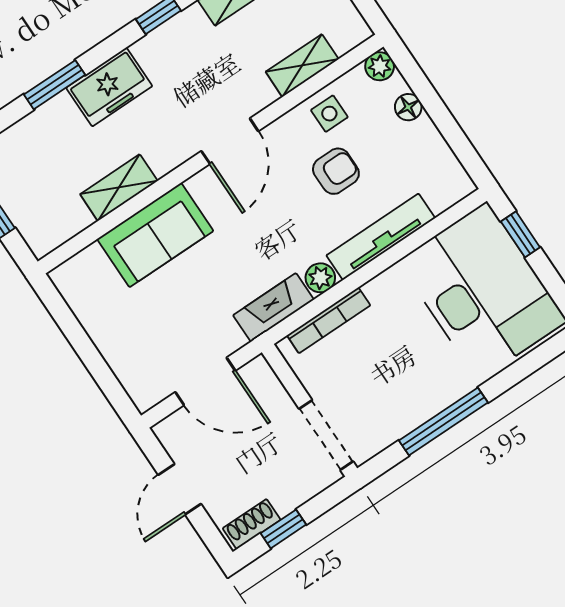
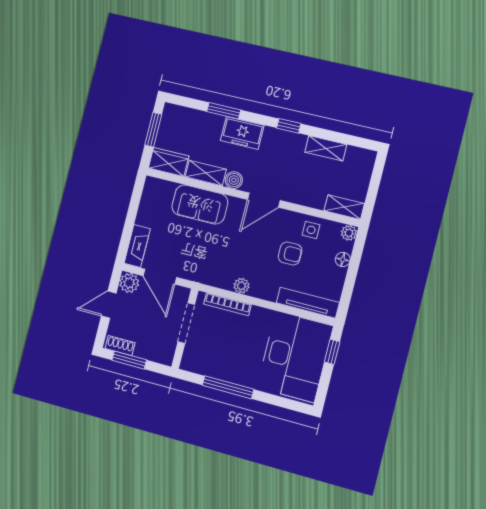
shelving: (302, 66) -> (344, 207), moved
boiler: (164, 157) -> (234, 180), added
wardrobe: (55, 225) -> (169, 162), added
tv unit: (381, 237) -> (308, 303), moved
fireplace: (273, 307) -> (137, 246), moved, turned 90
plant: (175, 433) -> (129, 283), added
doorway: (326, 435) -> (186, 323), moved
window: (283, 529) -> (129, 360), width x1.50

